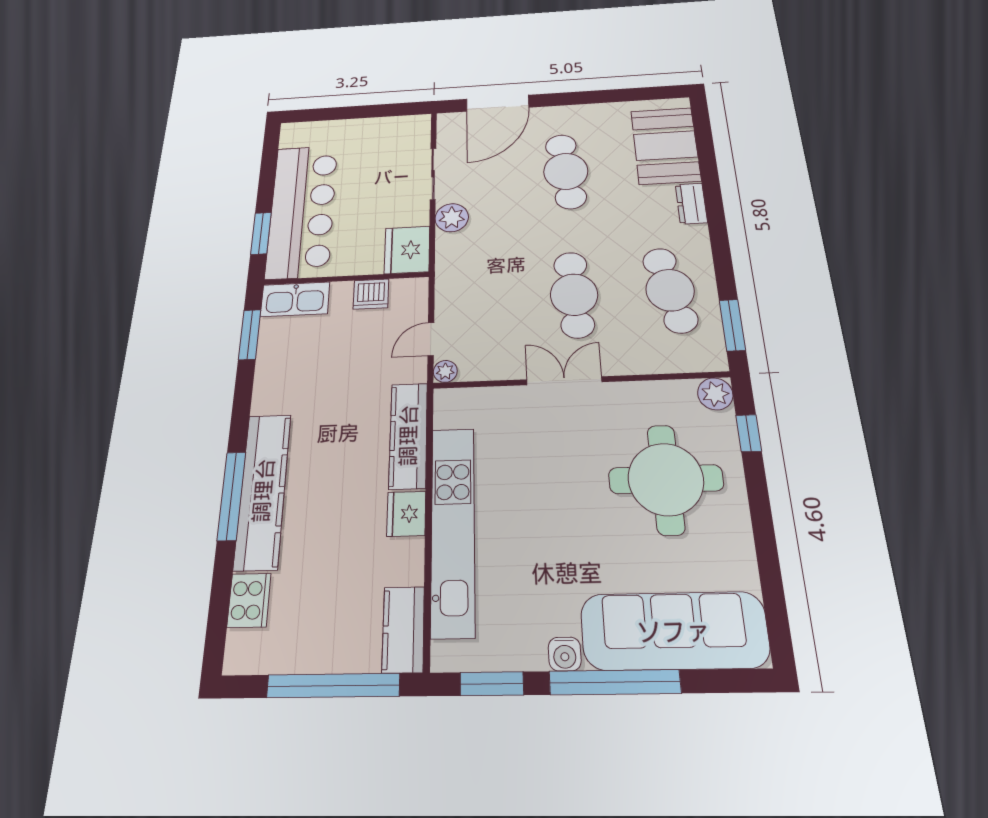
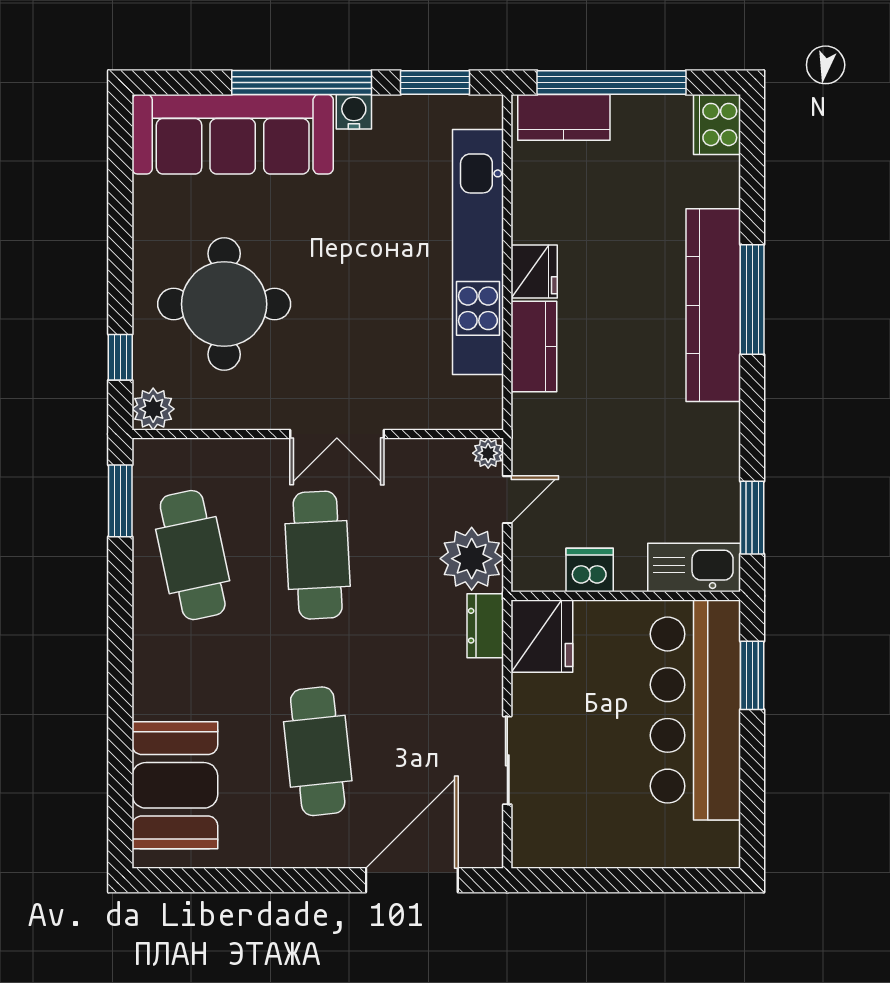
dresser: (691, 204) -> (485, 626), moved, turned 180
plant: (452, 218) -> (472, 559), moved, width x1.36, depth x1.36
kitchen counter: (408, 435) -> (534, 347), width x0.67
cooker: (249, 600) -> (717, 124), moved
kitchen counter: (403, 629) -> (564, 117), moved, turned 90

